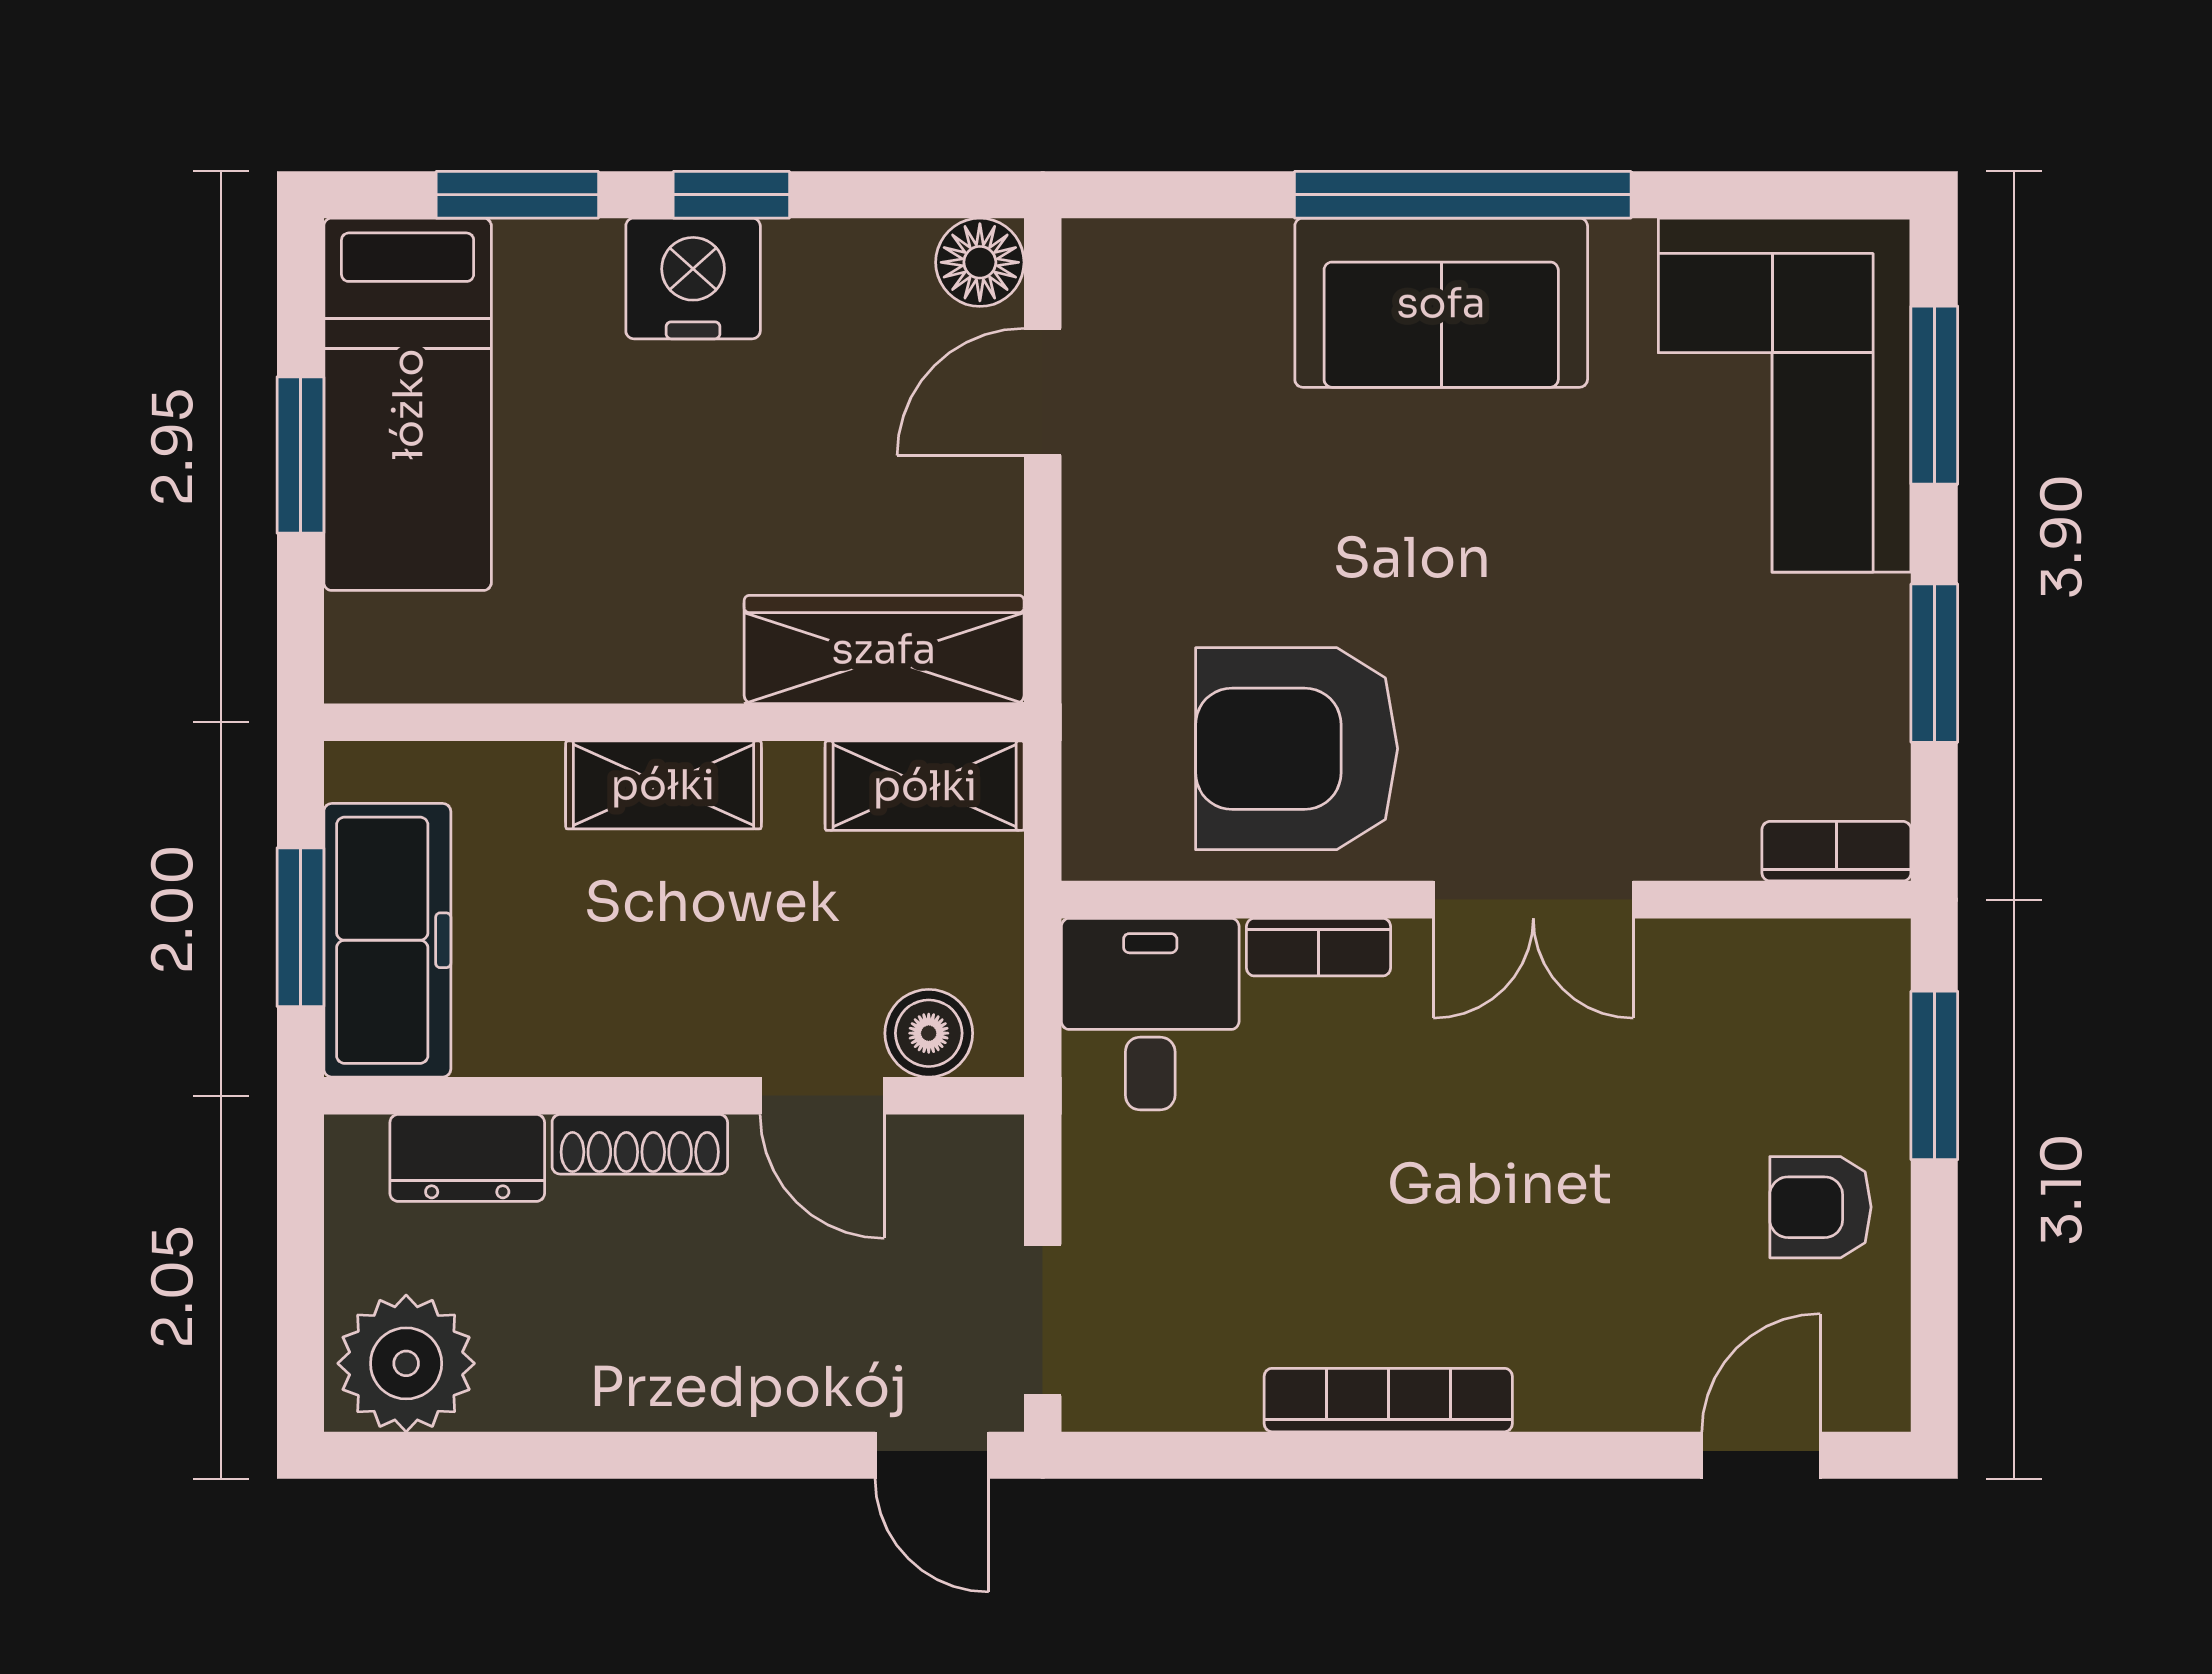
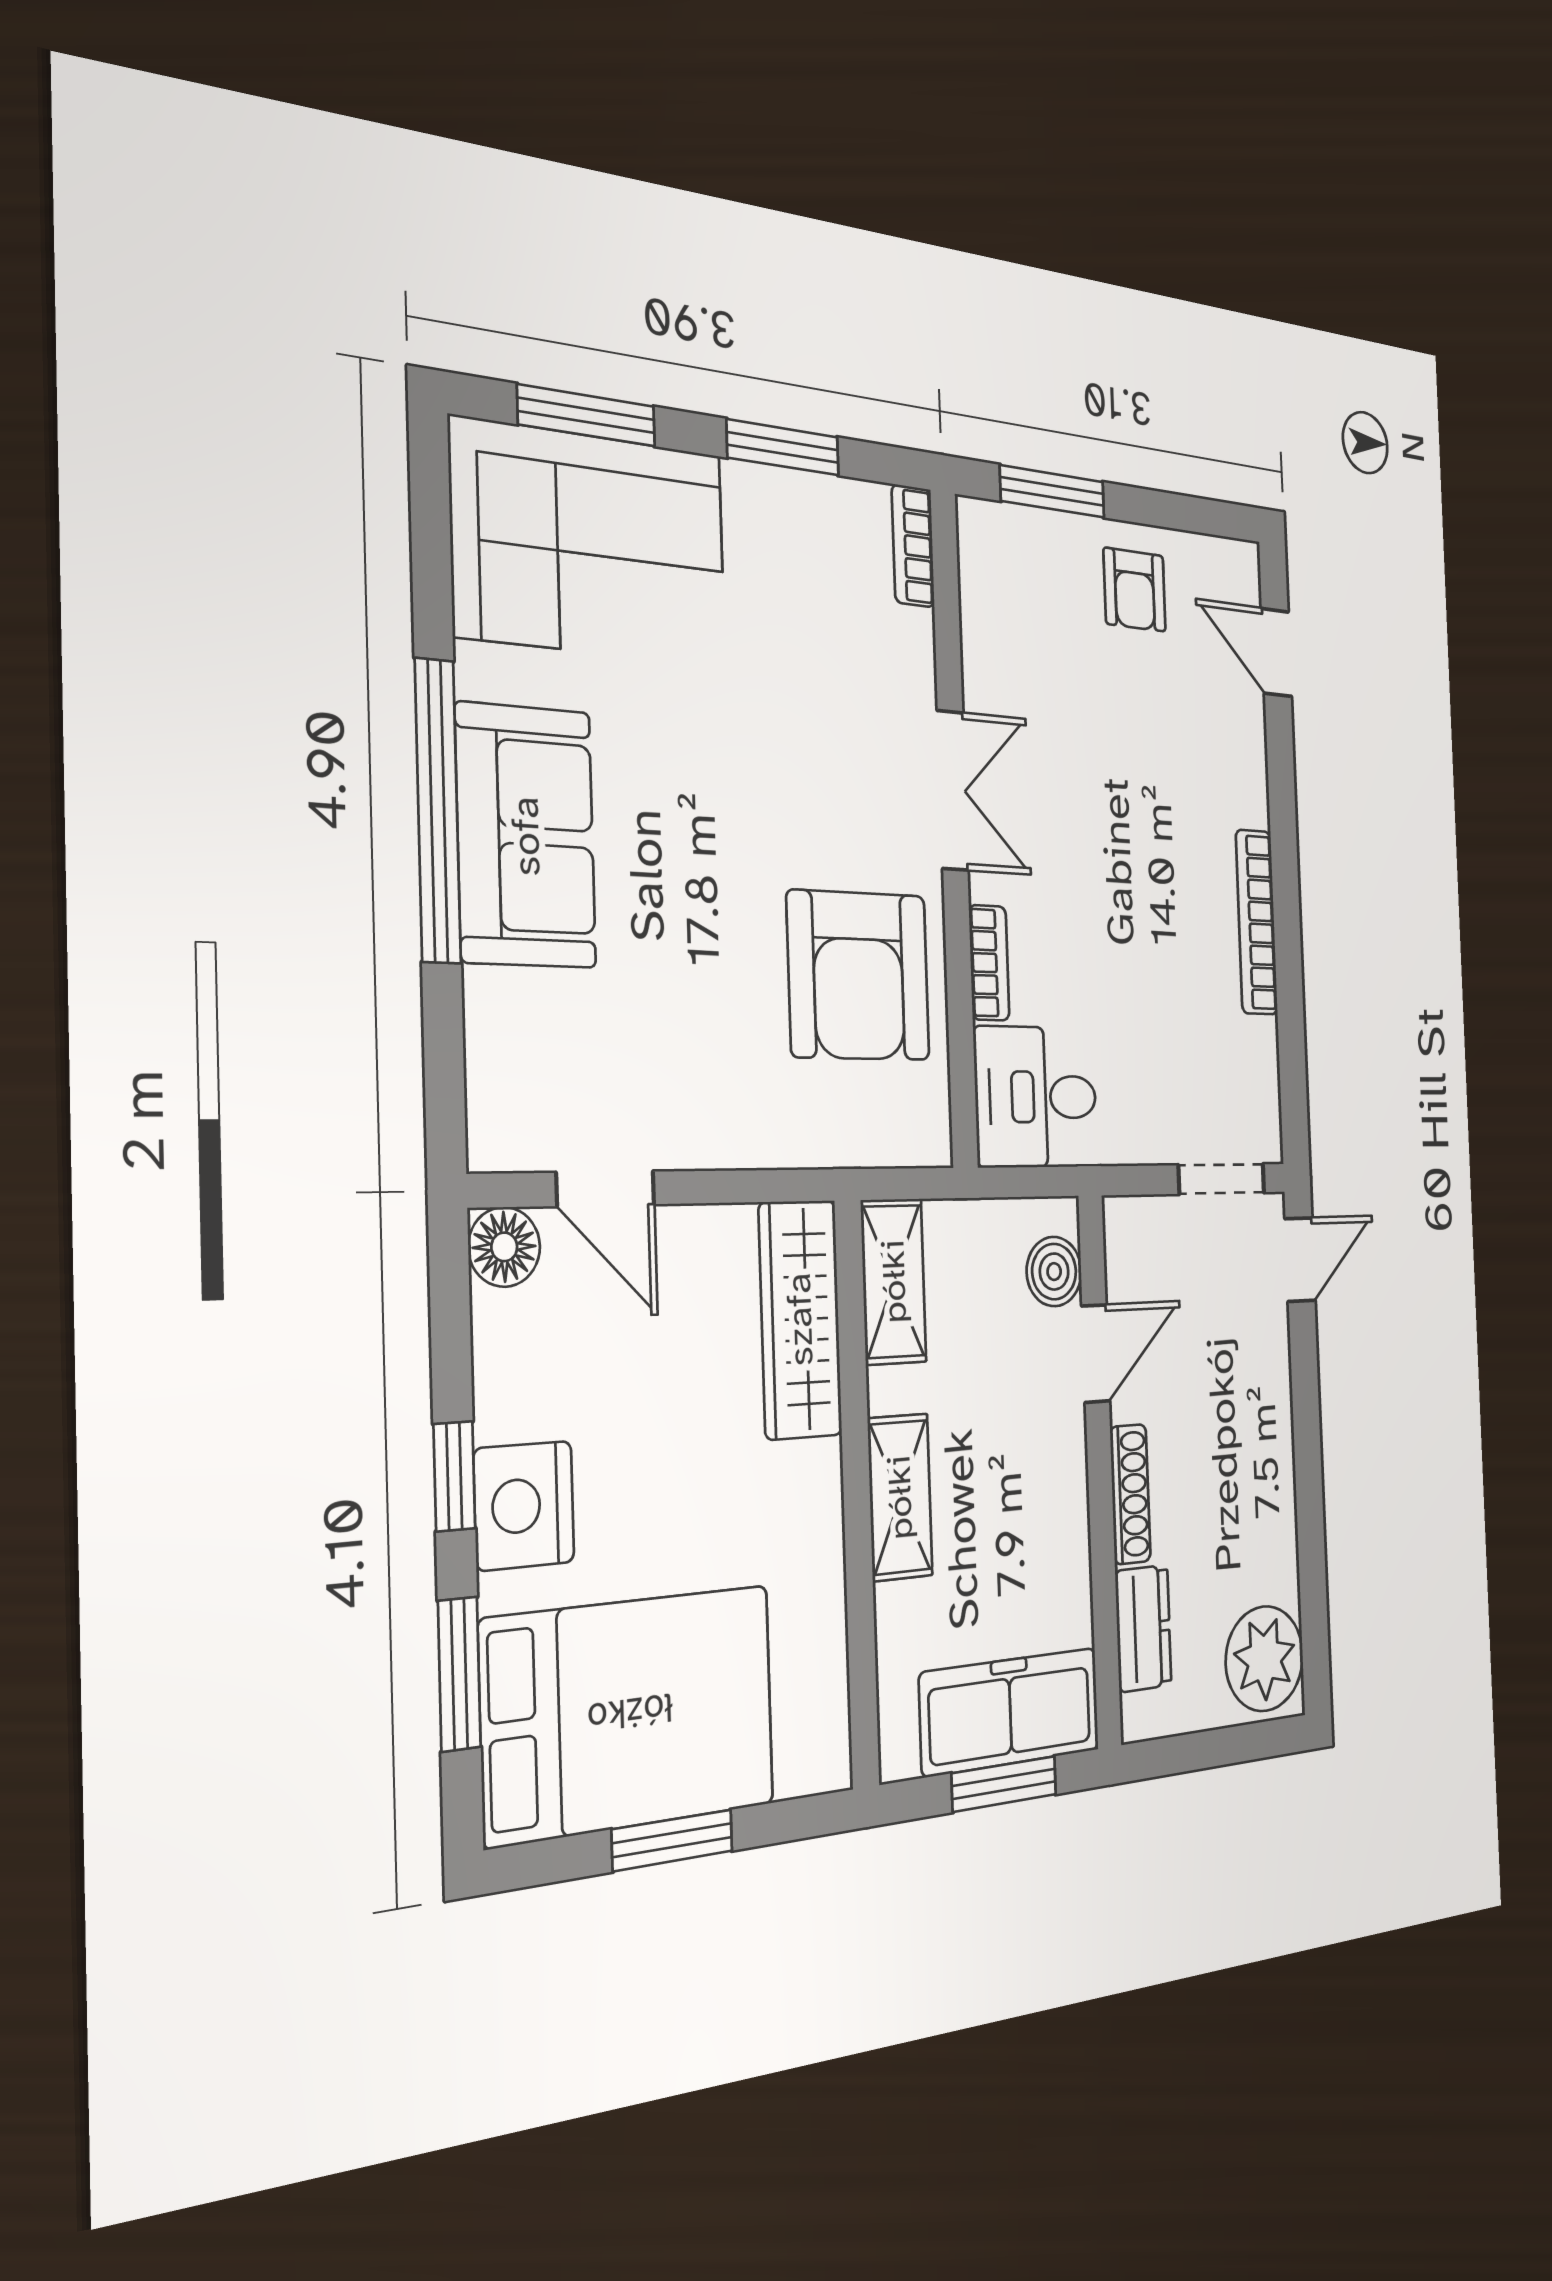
bed: (408, 404) -> (630, 1713), width x1.50

